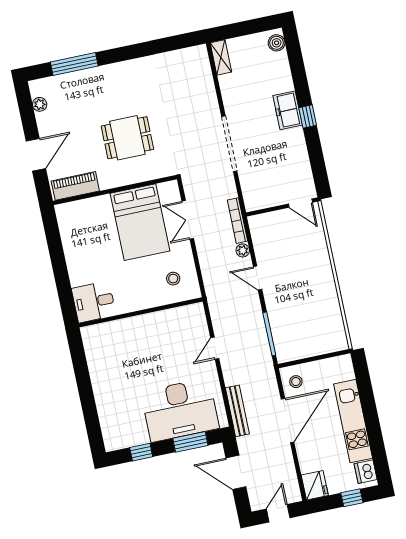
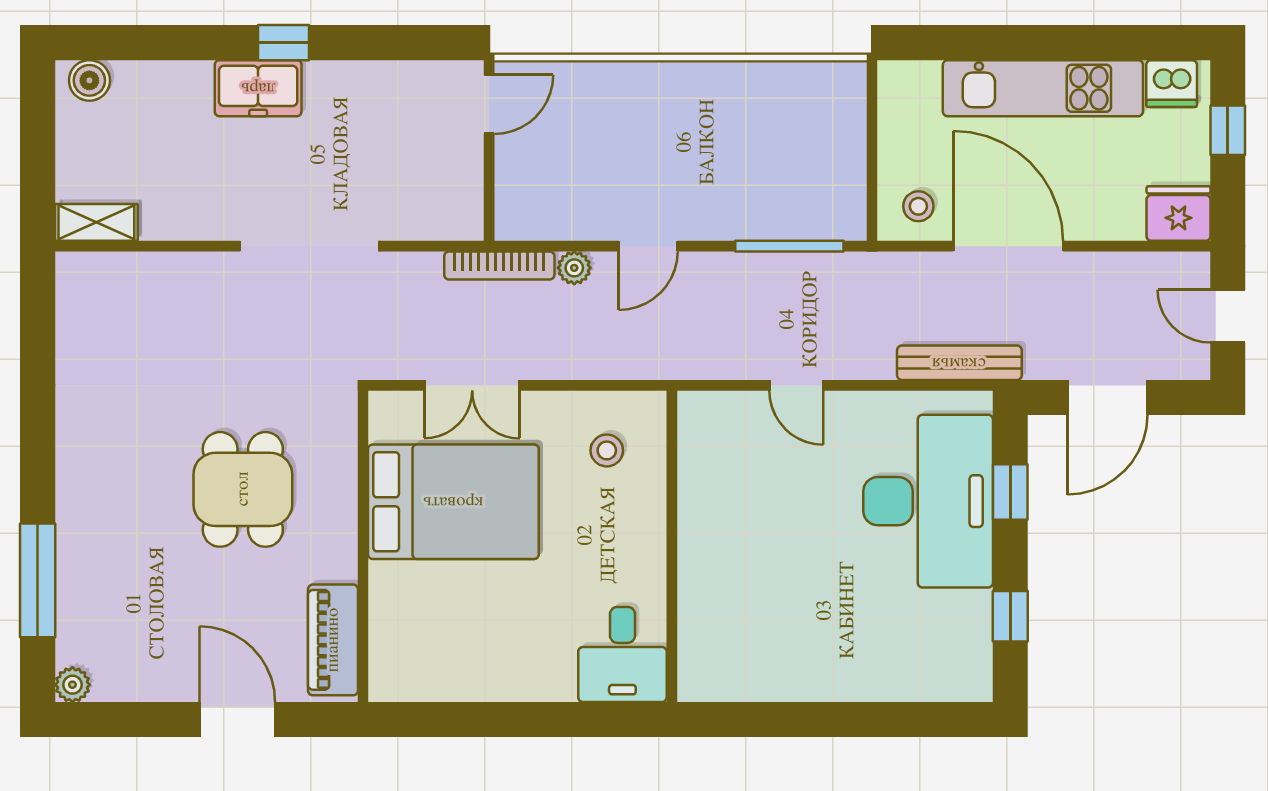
plant: (40, 104) -> (72, 685), moved
window: (190, 442) -> (1010, 492), width x0.67

